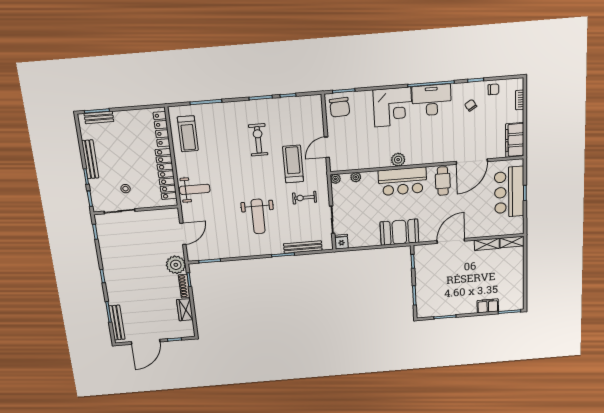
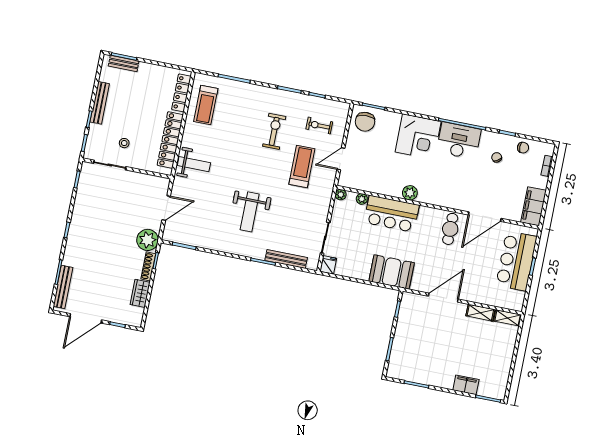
bar counter: (403, 181) -> (392, 214), moved
exercise bike: (305, 198) -> (319, 126), moved

